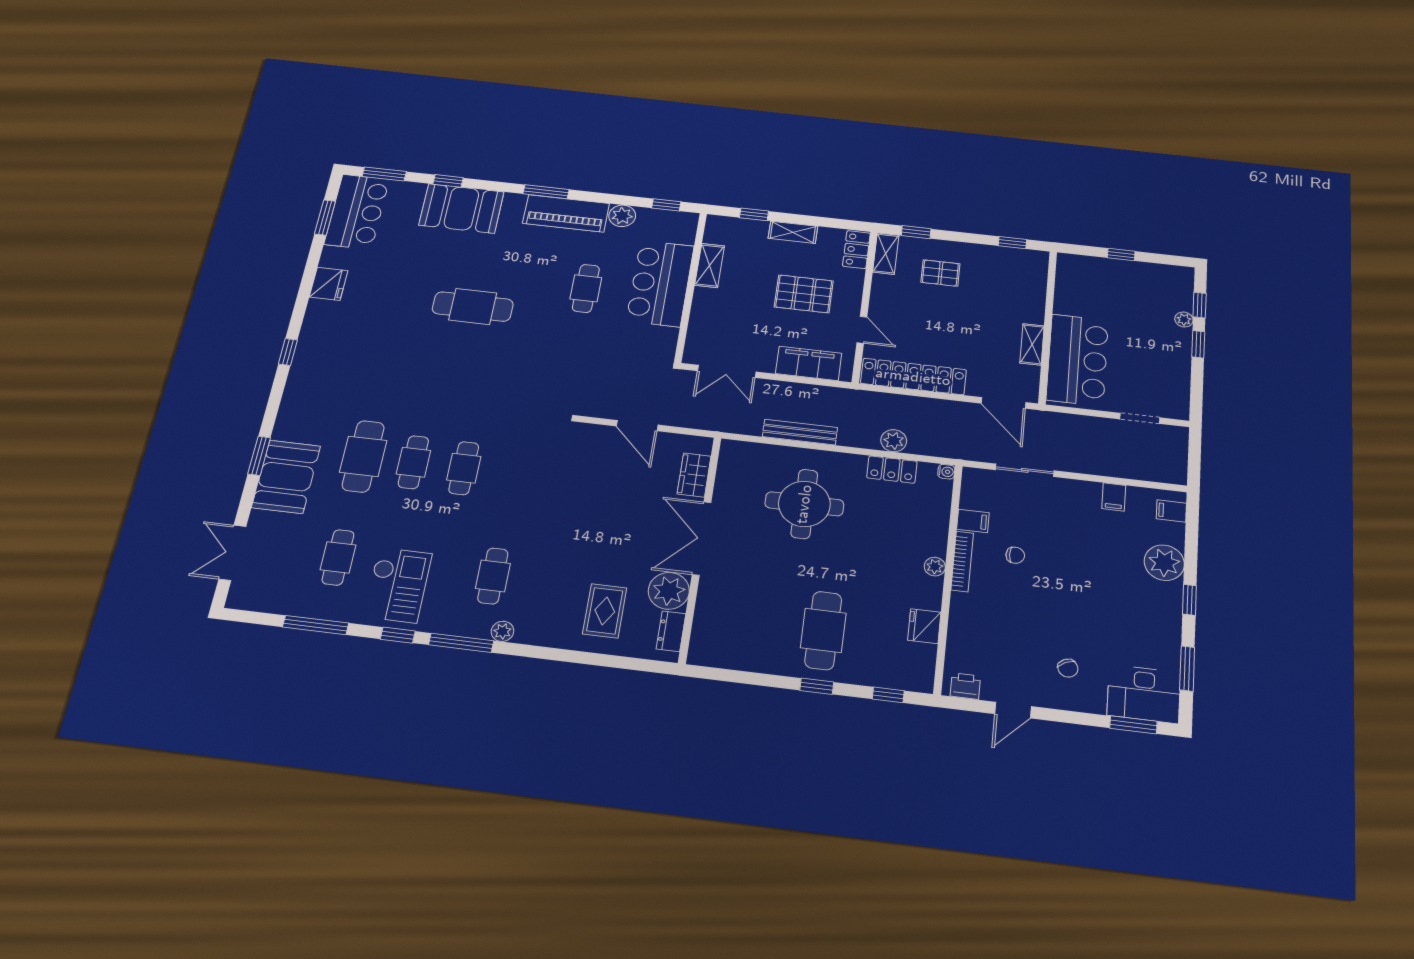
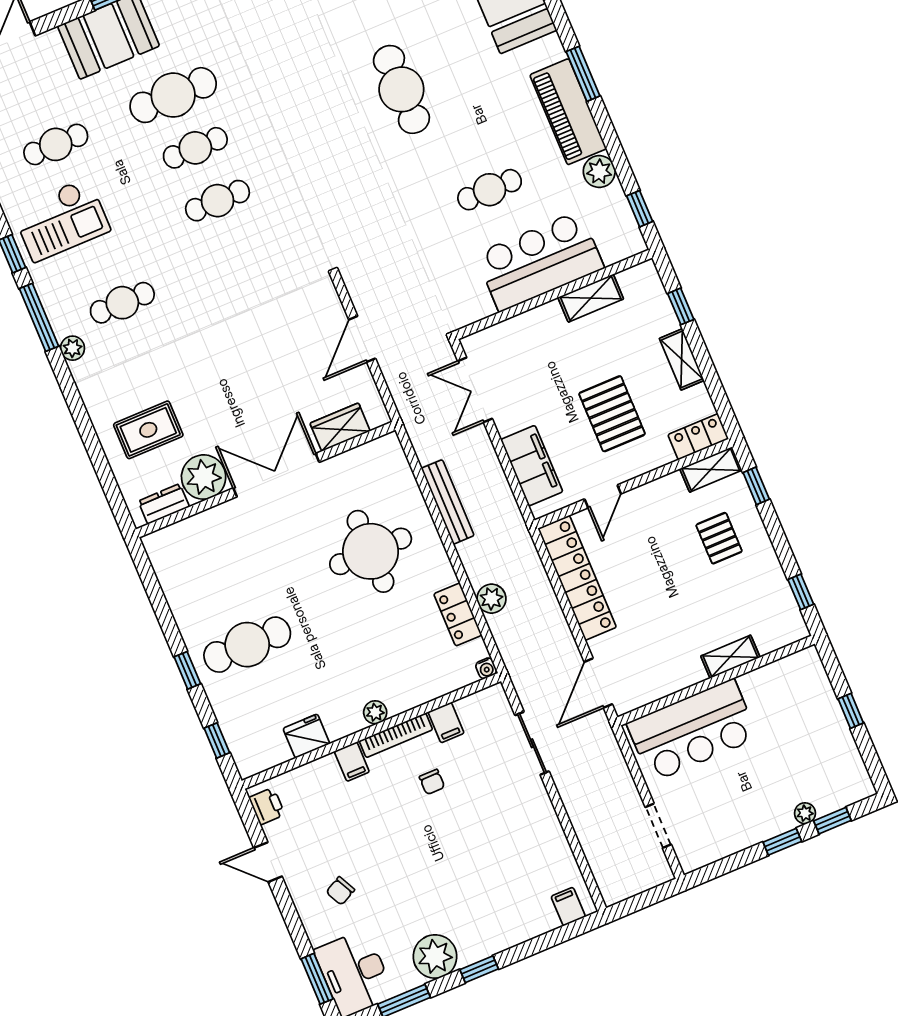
shelving: (1032, 344) -> (730, 657), moved
filing cabinet: (1114, 497) -> (352, 762), moved, turned -90
plant: (1164, 563) -> (435, 957), moved

